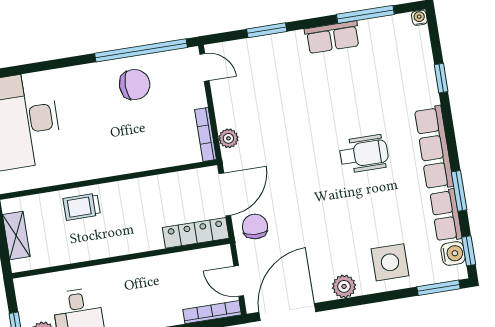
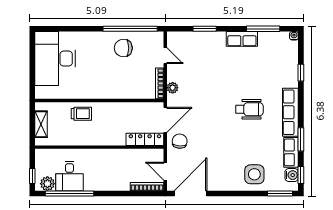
door: (204, 67) -> (165, 56), moved
chair: (135, 85) -> (123, 48), turned 180
trolley: (82, 207) -> (81, 114), turned 180
plant: (344, 286) -> (226, 184), removed

